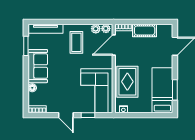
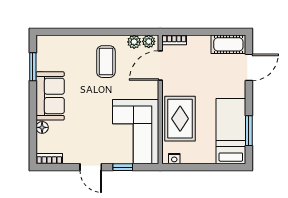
tv unit: (46, 29) -> (61, 42), removed
cot: (145, 30) -> (228, 44), moved

